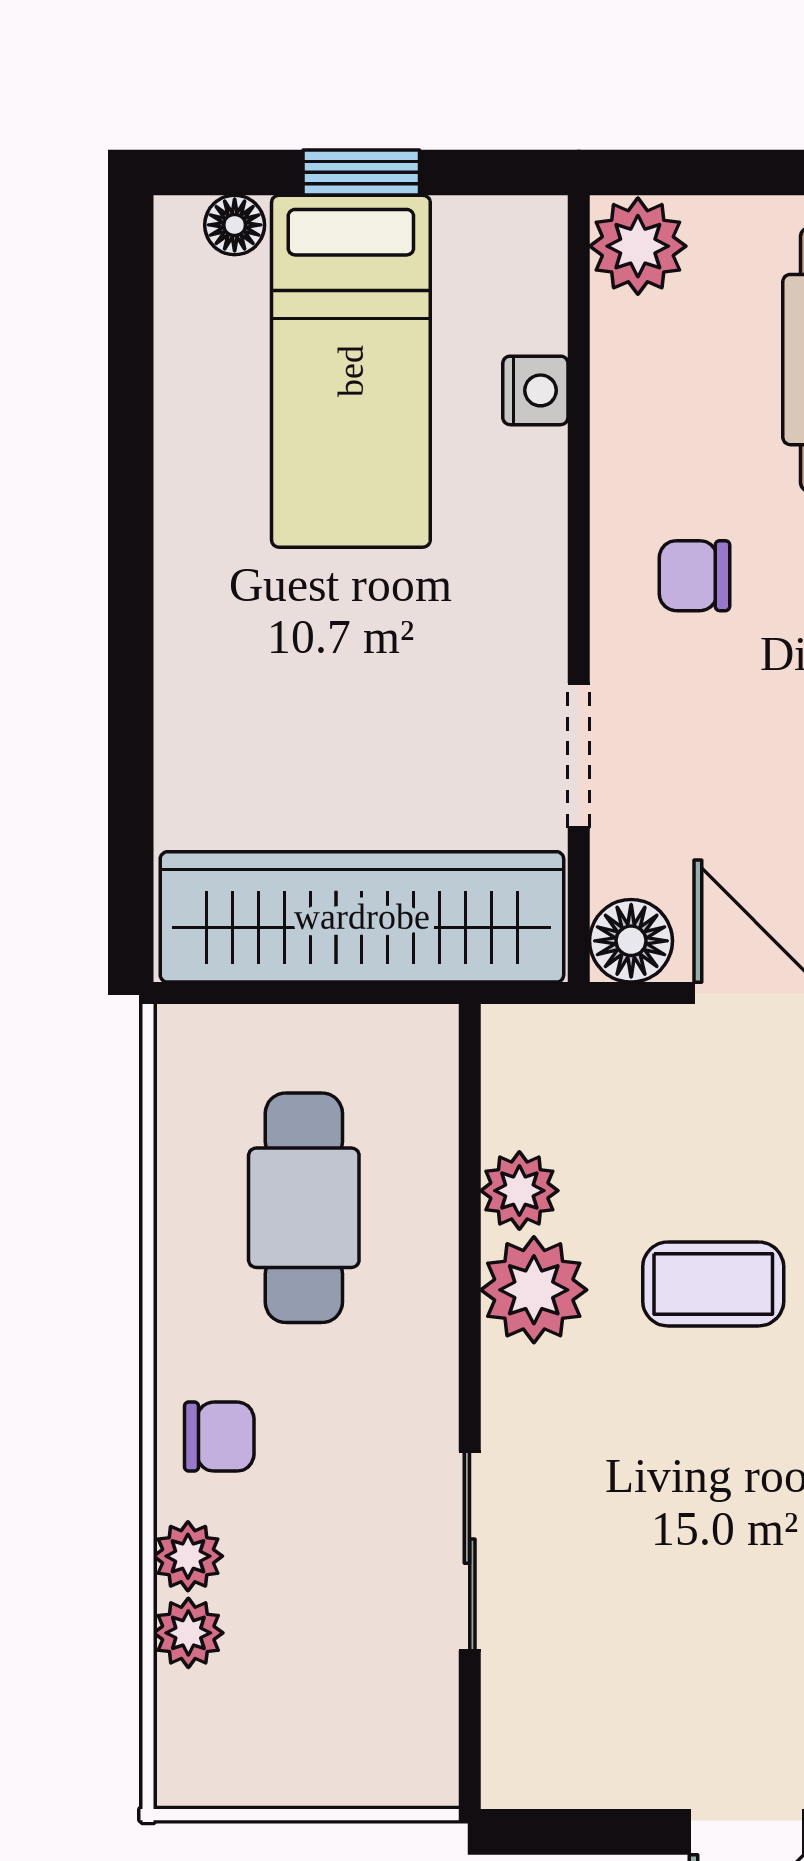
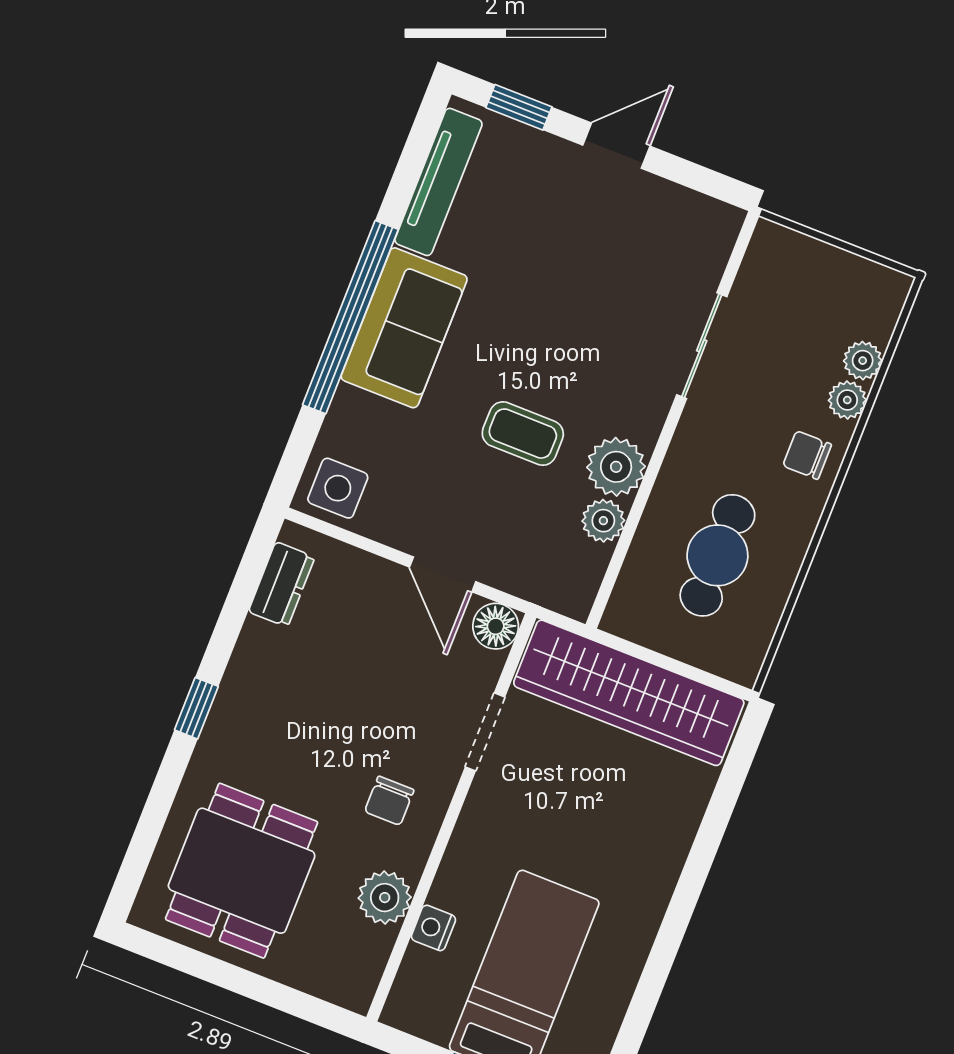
plant: (638, 246) -> (385, 898), moved
chair: (694, 576) -> (389, 801), turned 90

